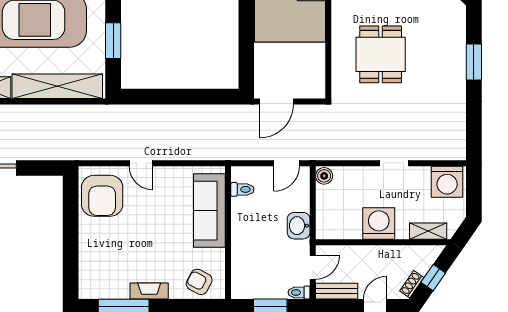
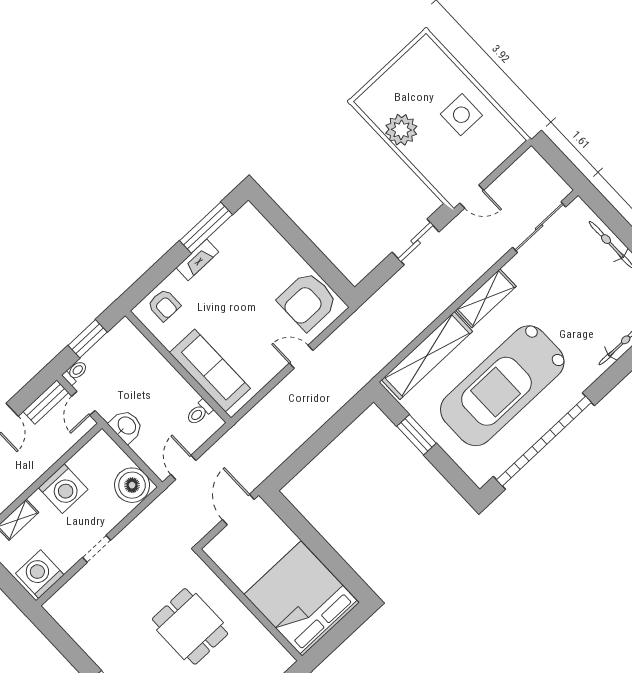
boiler: (324, 176) -> (132, 485), width x1.86, depth x1.86
armchair: (102, 196) -> (308, 301), turned -90
armchair: (199, 282) -> (164, 305), turned 62

